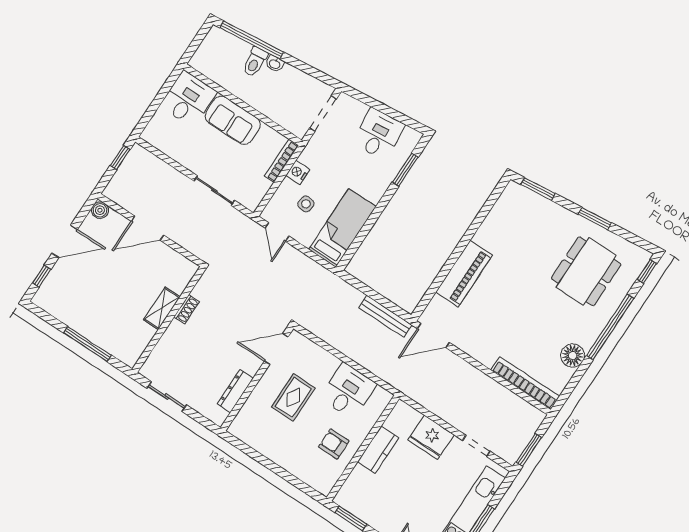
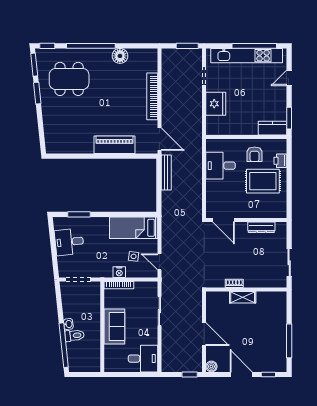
desk: (188, 99) -> (143, 359), moved, turned 180
window: (120, 158) -> (190, 375), moved
window: (538, 189) -> (34, 65), moved
door: (277, 232) -> (159, 262), swing flipped
window: (88, 344) -> (289, 341), moved
bookcase: (525, 383) -> (152, 96), moved
rug: (293, 397) -> (263, 181), moved, width x1.36, depth x1.43
kitchen counter: (378, 450) -> (273, 128), moved
printer: (304, 471) -> (280, 161), added

